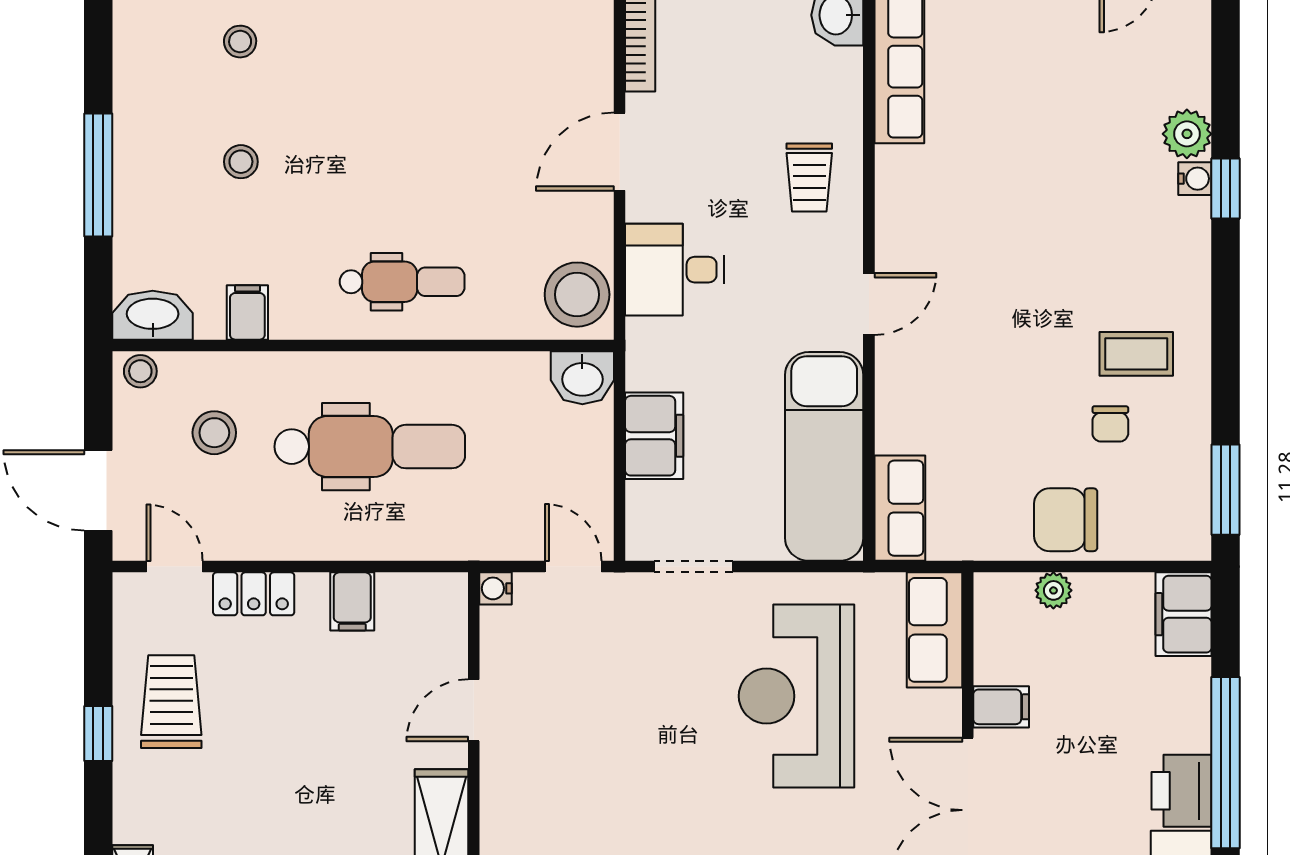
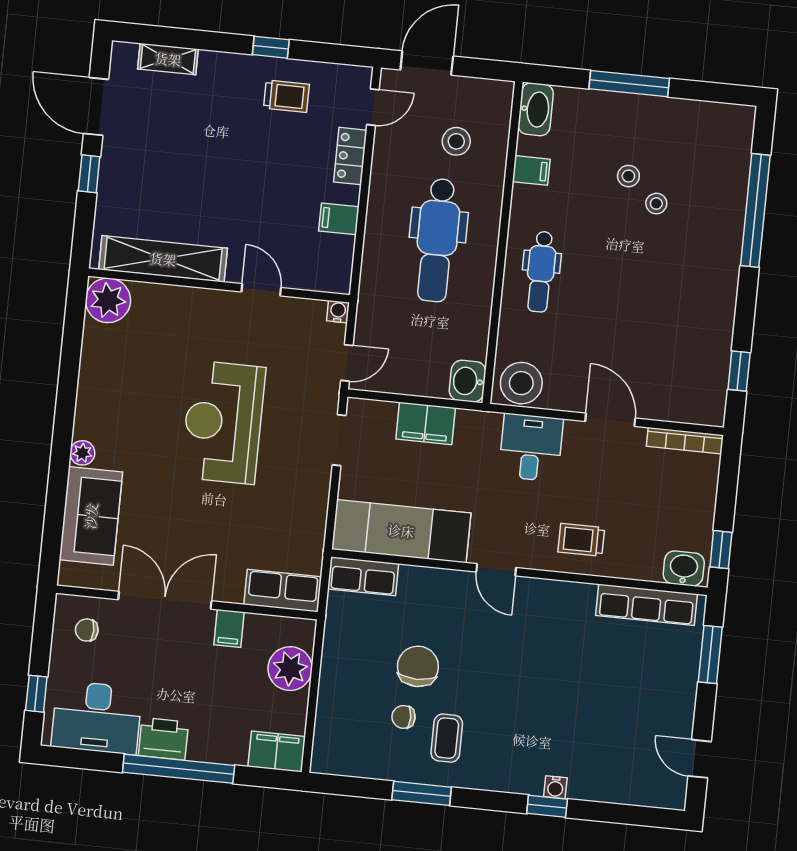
stool: (240, 42) -> (656, 204), moved
plant: (1187, 134) -> (585, 785), removed
stool: (140, 371) -> (501, 98), removed
window: (1226, 490) -> (422, 793), moved
chair: (1066, 520) -> (418, 666), moved
plant: (1053, 590) -> (290, 669), width x1.88, depth x1.88
reception desk: (797, 696) -> (223, 422), moved, turned -90
trolley: (171, 702) -> (286, 96), width x0.73, depth x0.72

